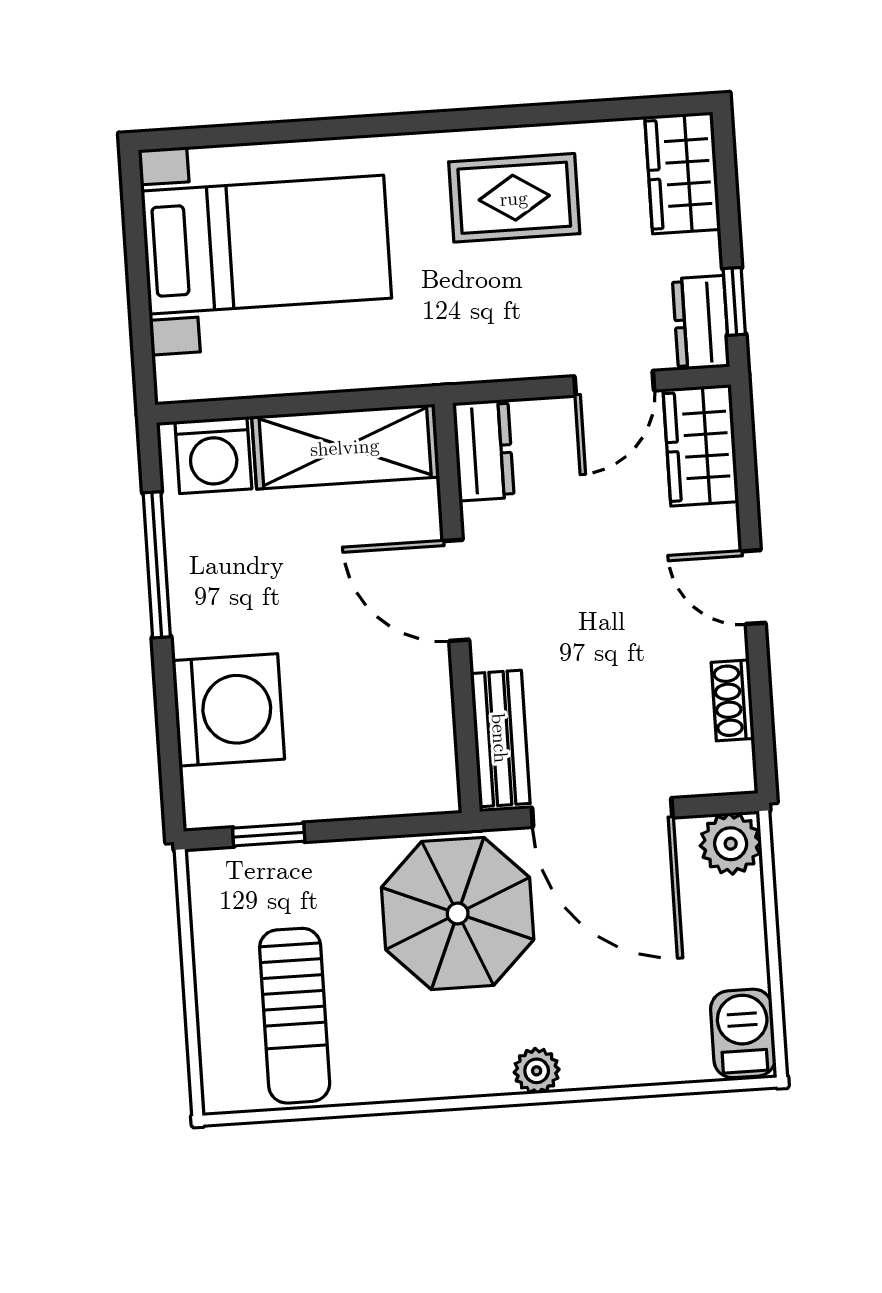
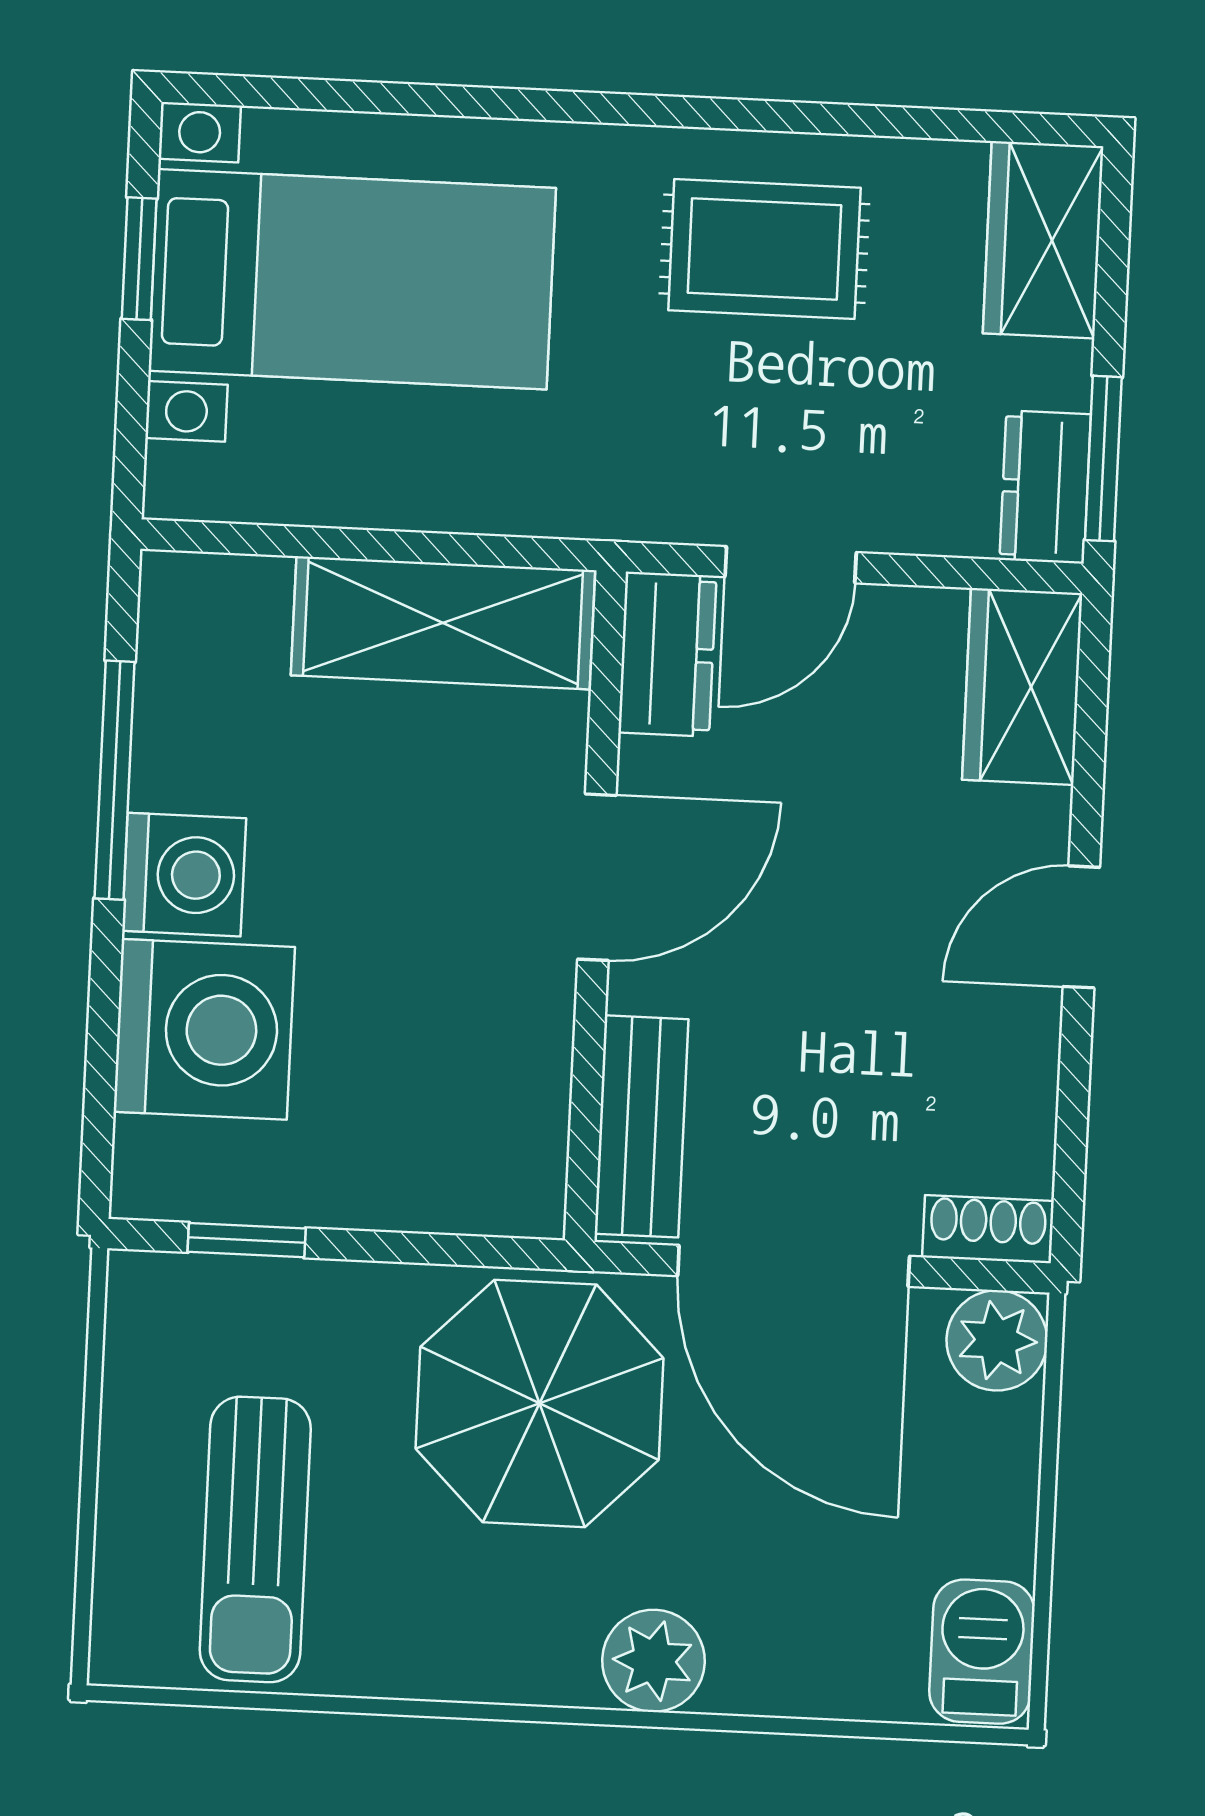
window: (136, 247) -> (139, 259), added
window: (734, 301) -> (1103, 459), width x1.50
door: (614, 383) -> (791, 565), moved
washing machine: (213, 455) -> (184, 875), moved, turned -90
door: (753, 587) -> (1081, 927), hinge flipped
door: (456, 590) -> (597, 877), swing flipped
shoe rack: (733, 700) -> (988, 1229), moved, turned 90
plant: (537, 1071) -> (653, 1661), width x1.38, depth x1.38

